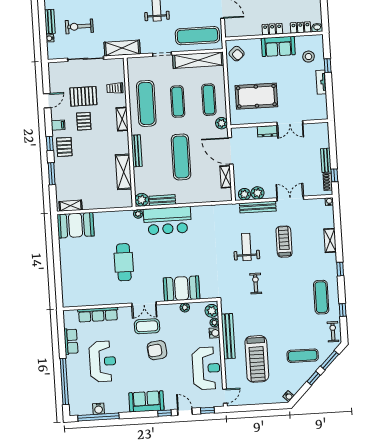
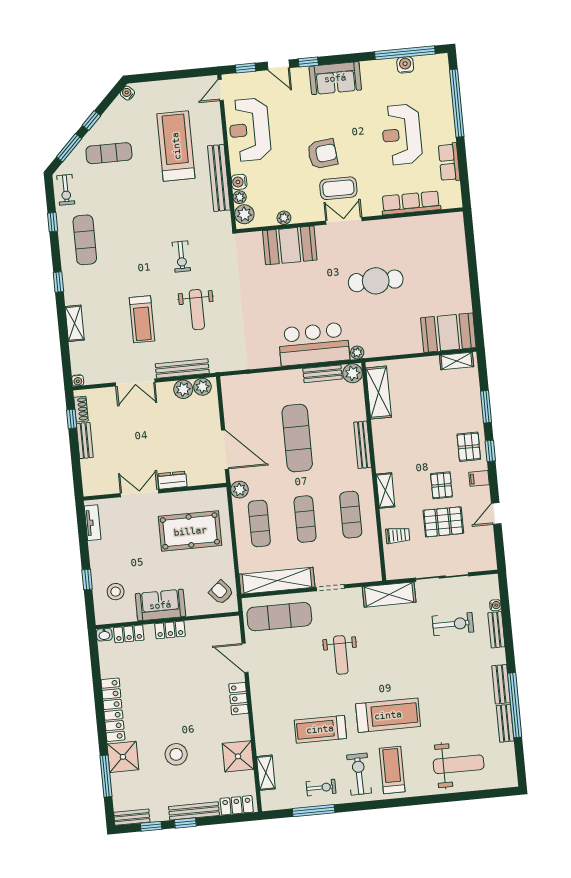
tv unit: (321, 82) -> (93, 523), moved
exercise mat: (146, 103) -> (351, 515), width x0.73, depth x0.69
shelving: (124, 172) -> (379, 393), moved
shelving: (226, 177) -> (231, 411), removed
cafe table: (124, 262) -> (376, 281), turned 90

